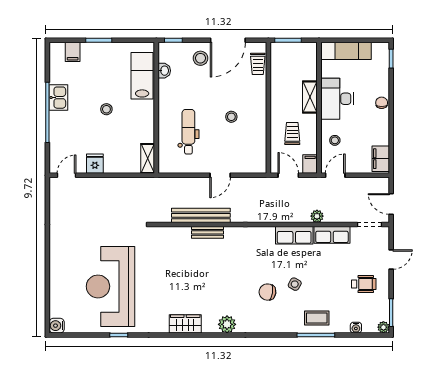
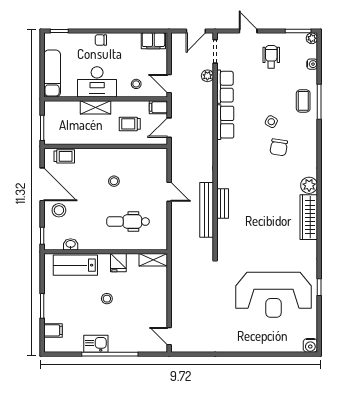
fridge: (95, 164) -> (118, 263), moved, turned -90
plant: (317, 216) -> (207, 76), moved
wardrobe: (185, 324) -> (309, 217), width x1.50

